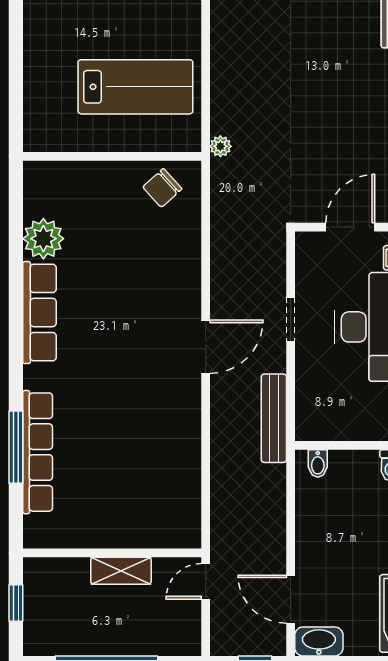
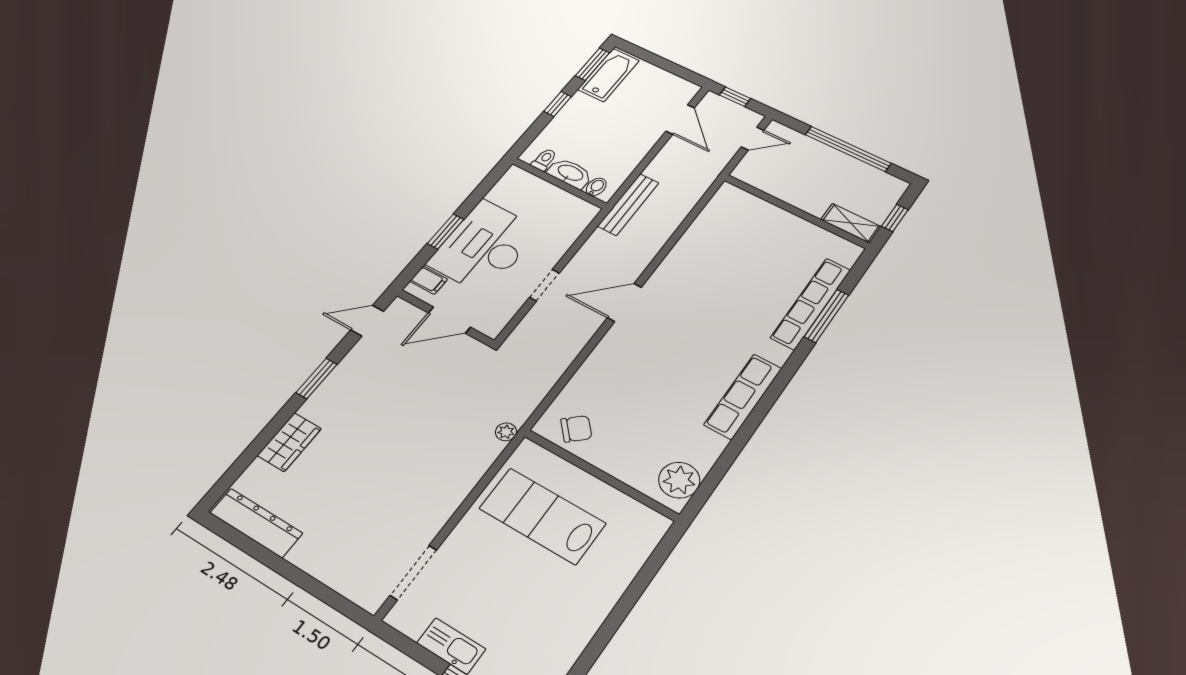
plant: (43, 239) -> (679, 480), moved
bench: (274, 418) -> (628, 204), moved
shelving: (121, 571) -> (851, 223), moved
door: (206, 581) -> (753, 139), moved
washbasin: (319, 641) -> (570, 173), moved, turned 180

